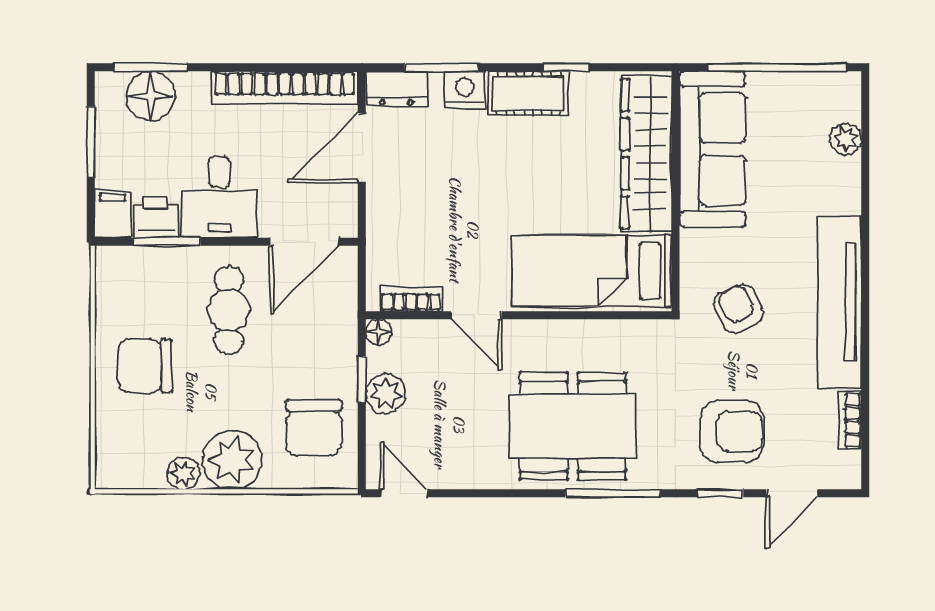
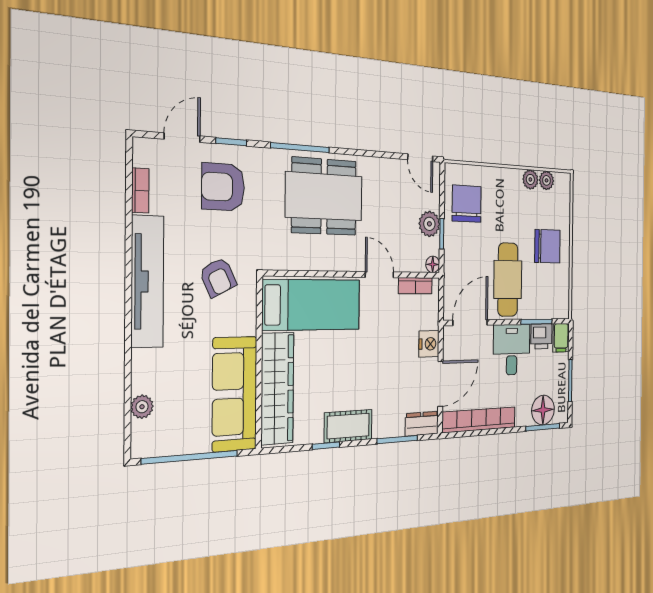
nightstand: (465, 90) -> (429, 344), moved, turned -90
cafe table: (229, 310) -> (508, 280), width x1.37, depth x1.35
plant: (232, 460) -> (547, 180), moved, width x0.53, depth x0.53

